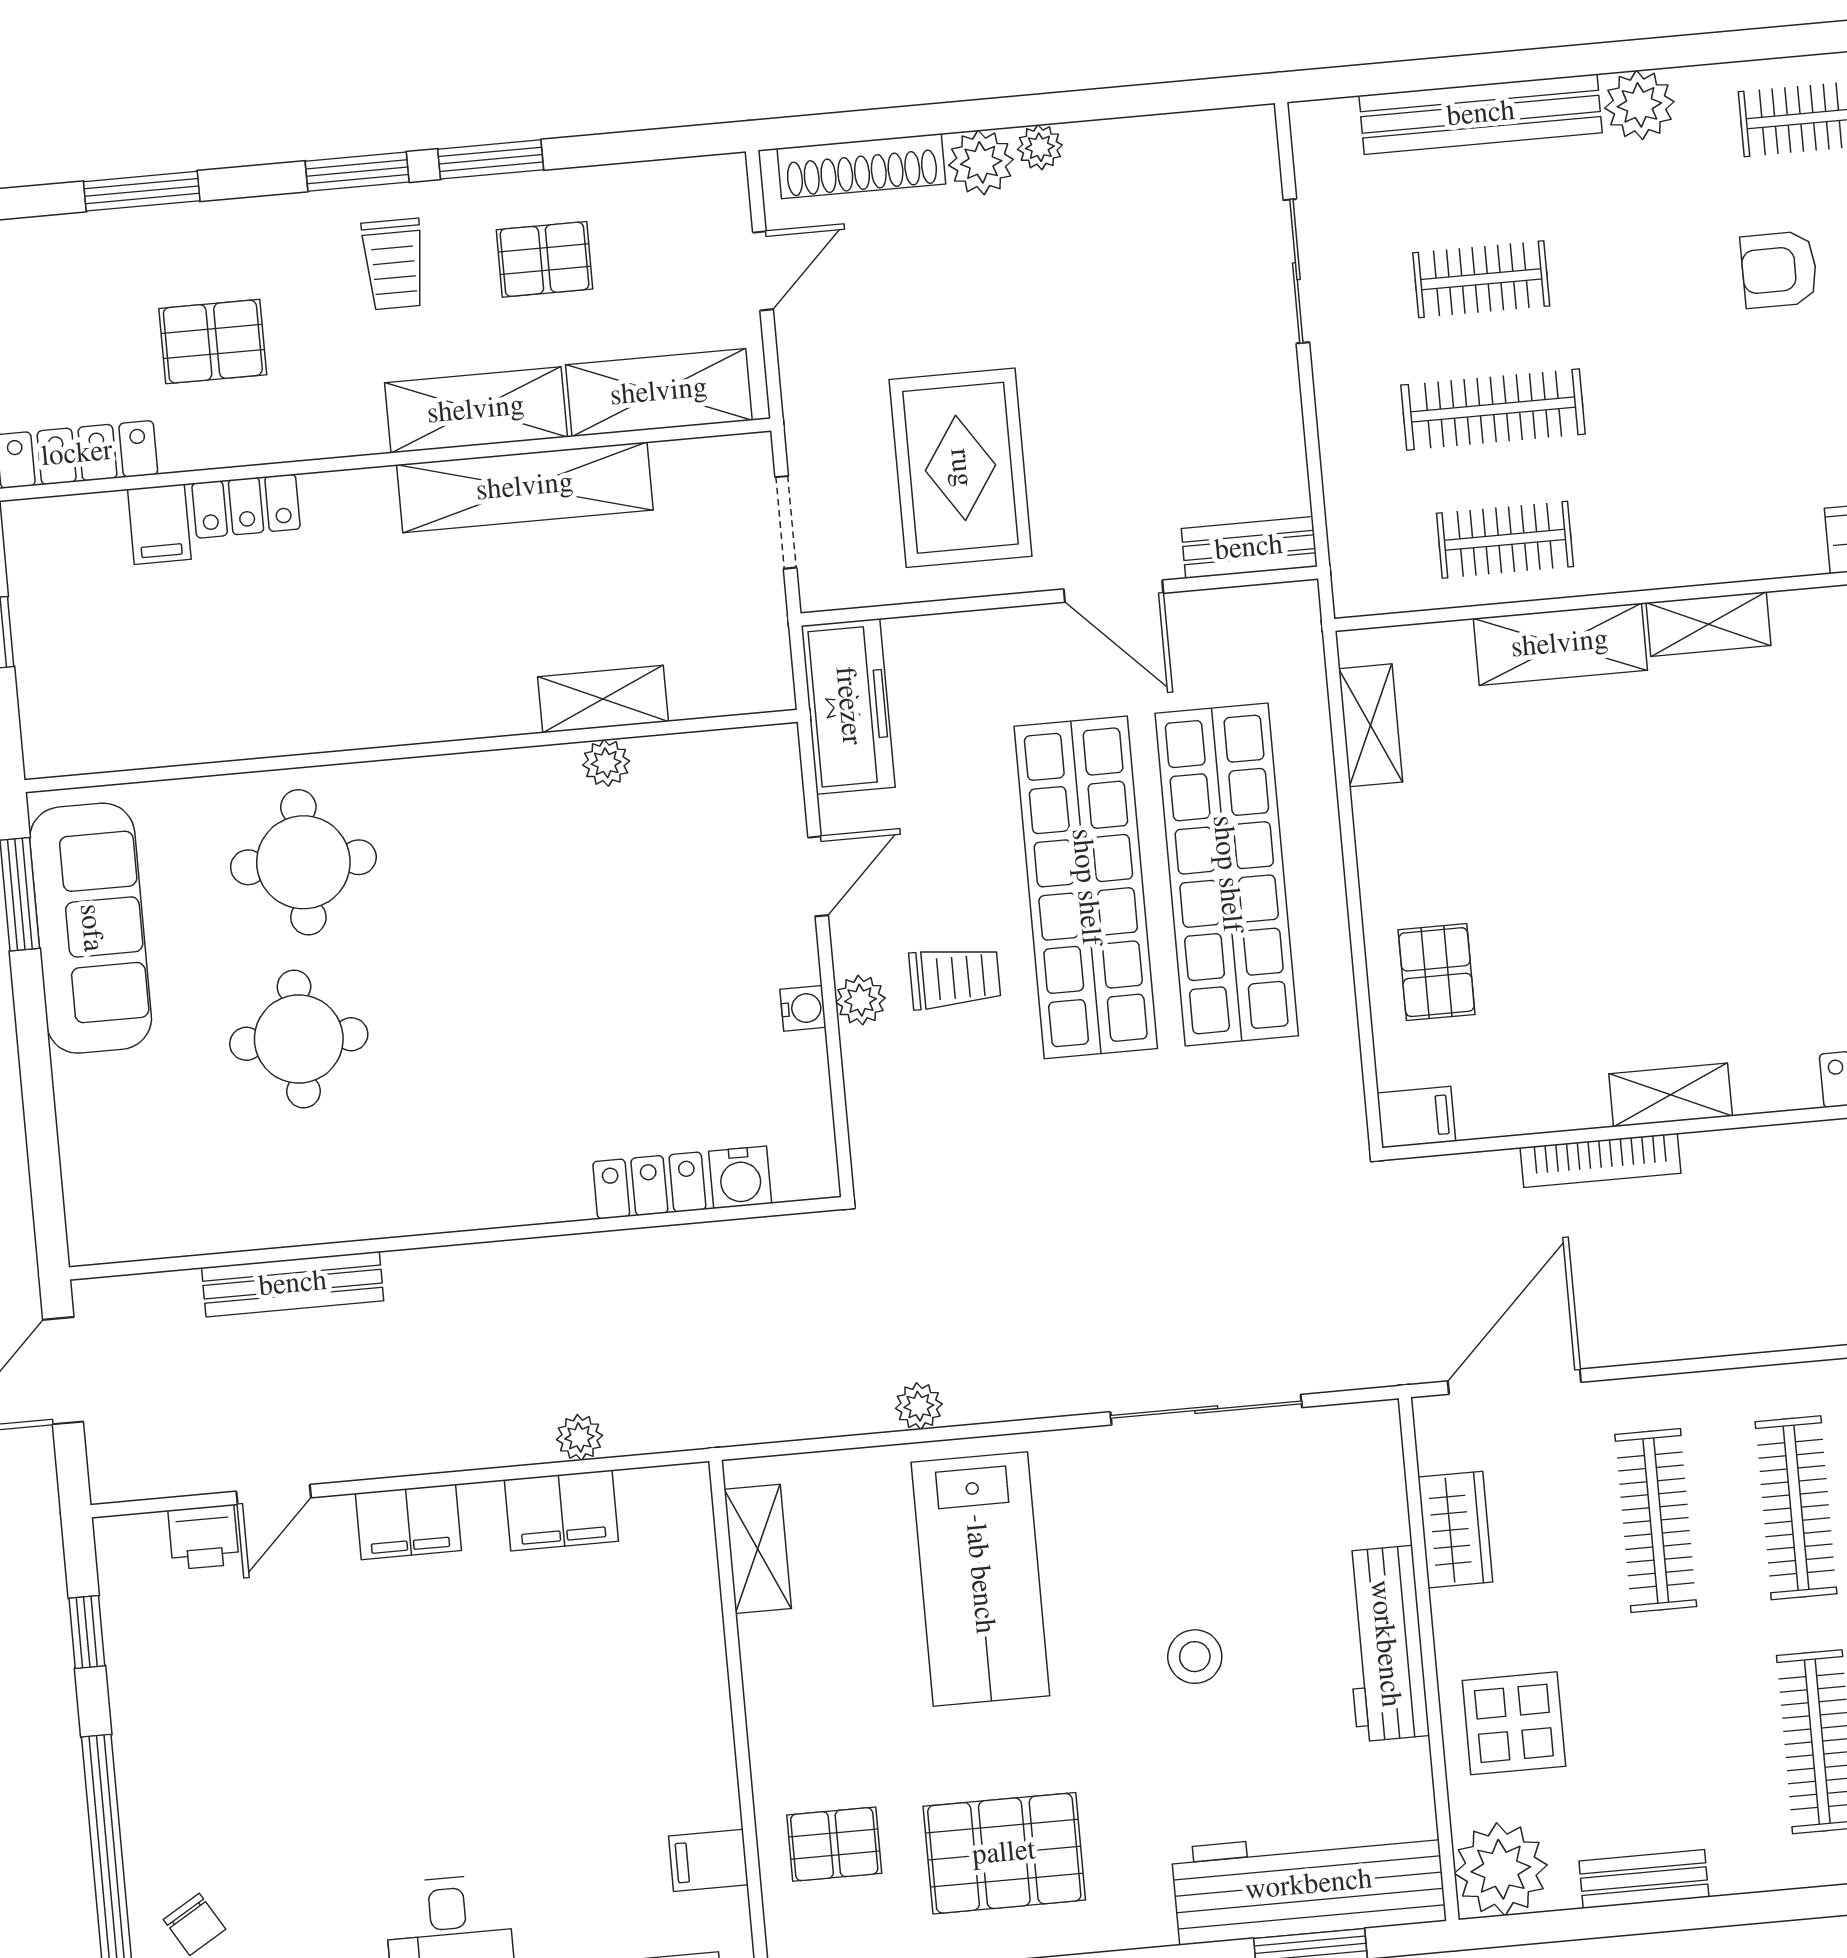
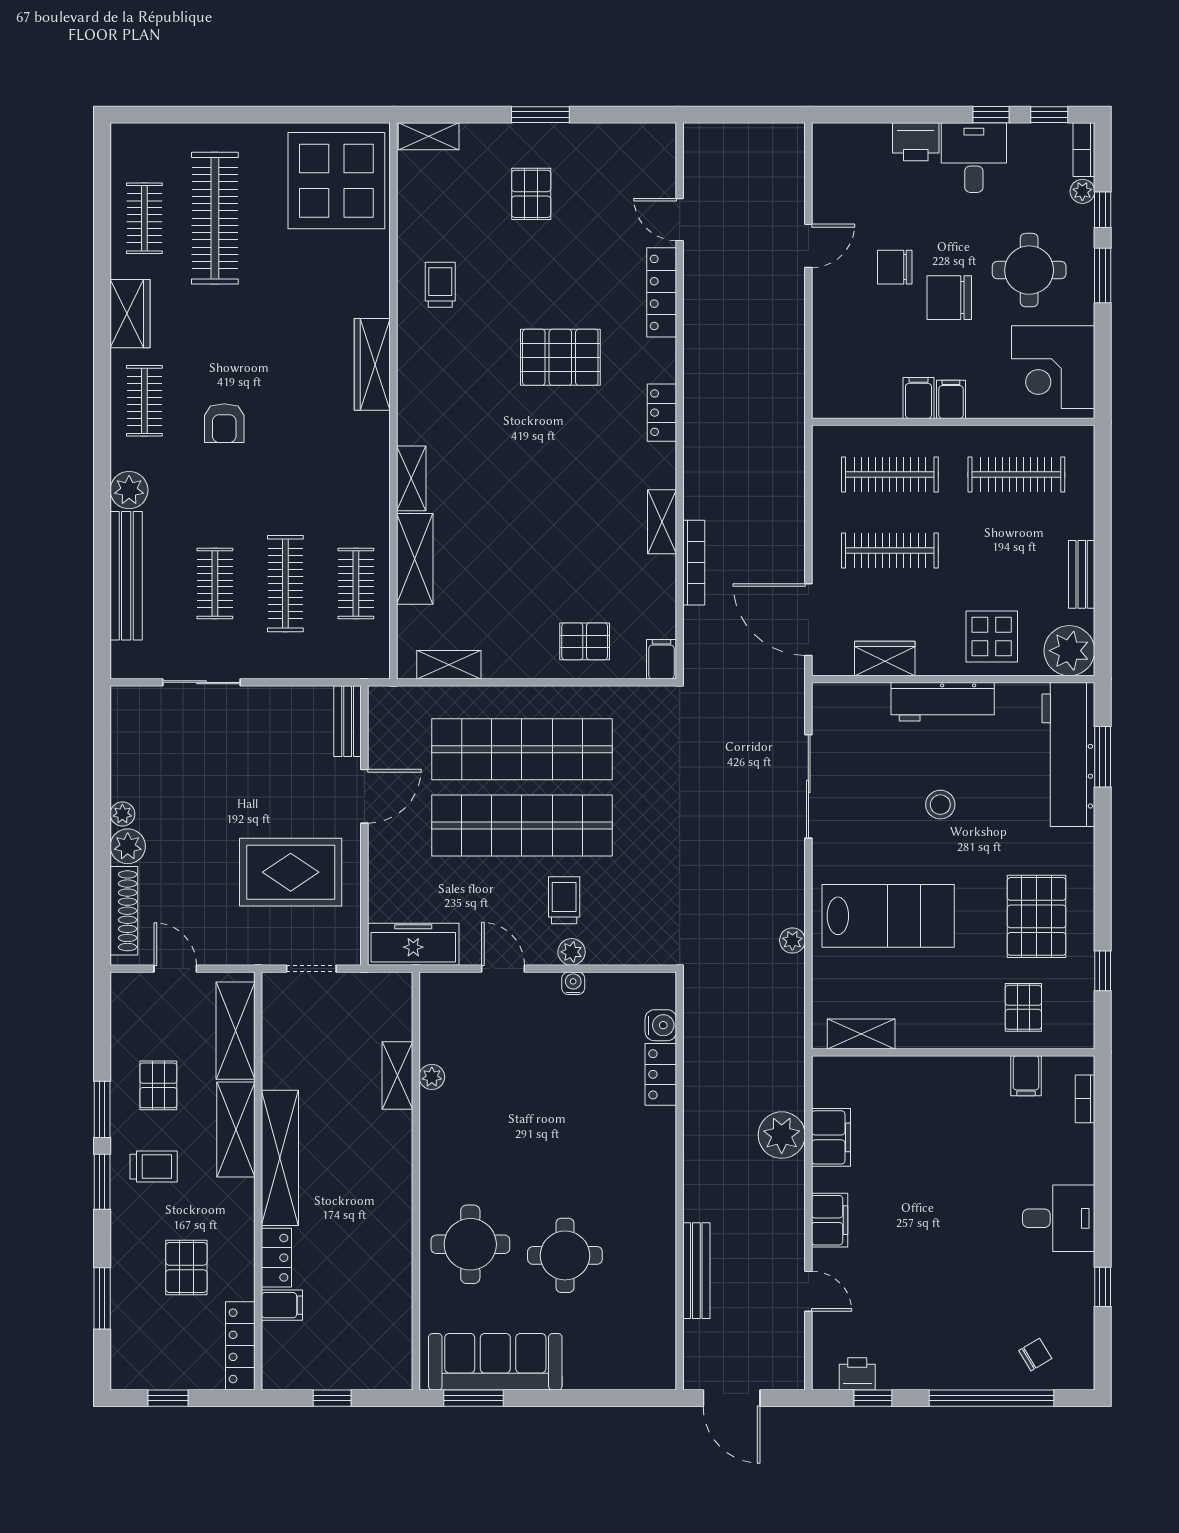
shelving: (525, 487) -> (280, 1158), moved
plant: (579, 1437) -> (782, 1135), width x1.88, depth x1.88
printer: (203, 1537) -> (857, 1374), moved, turned -90

